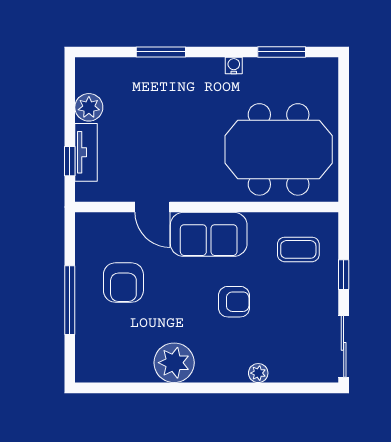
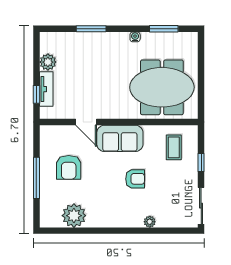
coffee table: (298, 249) -> (174, 147), turned 90
plant: (174, 363) -> (74, 216), moved

